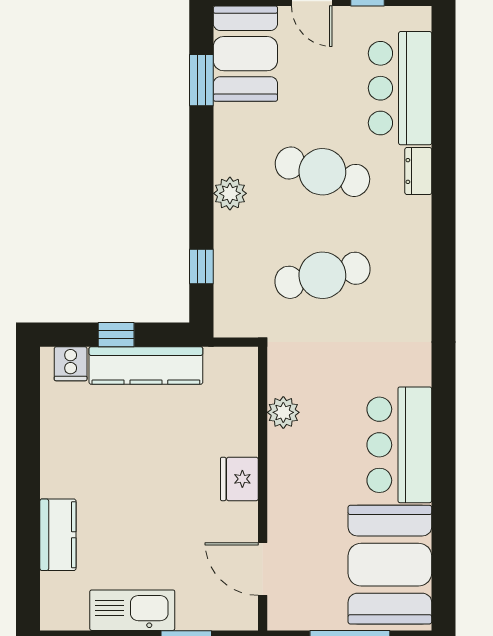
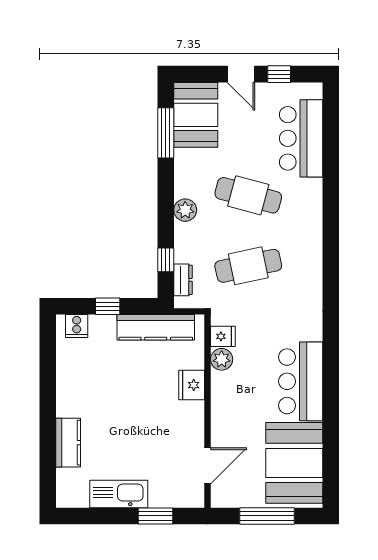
window: (201, 80) -> (166, 133), width x1.44
dresser: (418, 171) -> (183, 280), moved, turned 180
kitchen counter: (146, 365) -> (156, 327), moved
fridge: (285, 379) -> (223, 336), added
fridge: (239, 479) -> (192, 385), moved
door: (263, 569) -> (208, 466), swing flipped

